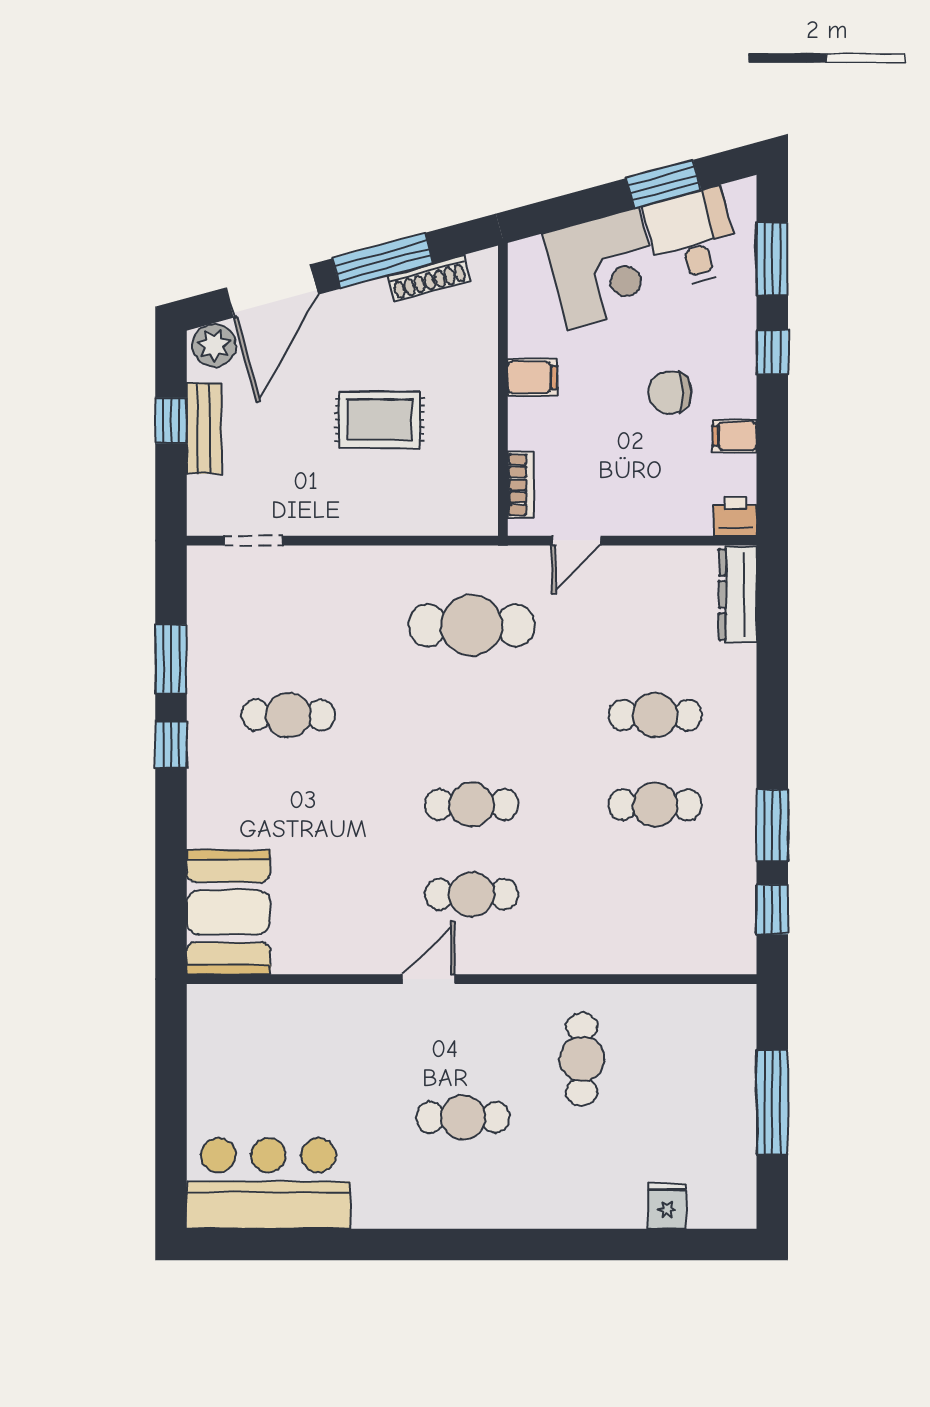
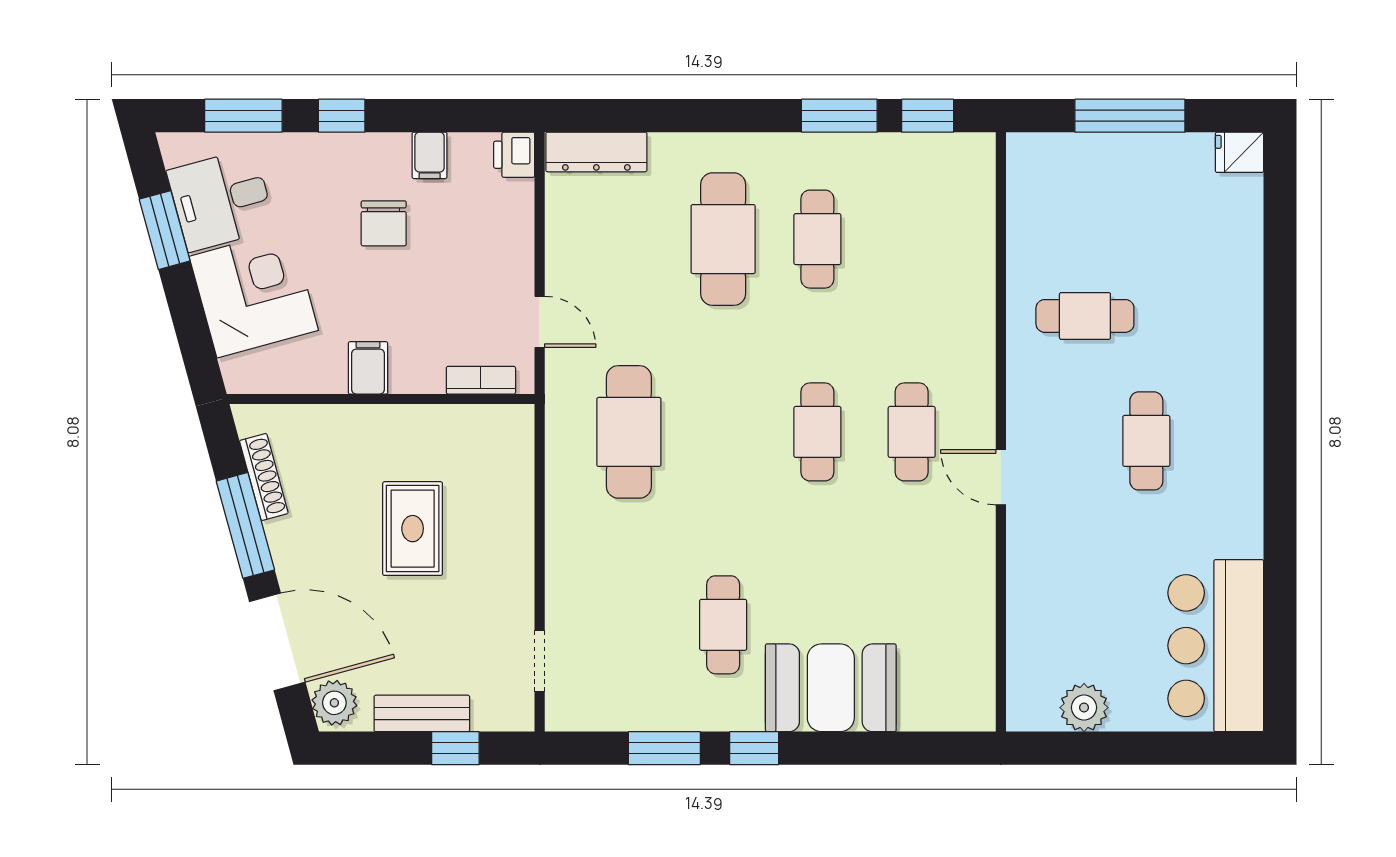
window: (171, 421) -> (455, 748), moved
cafe table: (655, 715) -> (723, 239), width x1.37, depth x1.35
booth: (228, 912) -> (831, 688), moved
plant: (210, 1058) -> (1084, 708), added
fridge: (667, 1206) -> (1239, 152), moved

